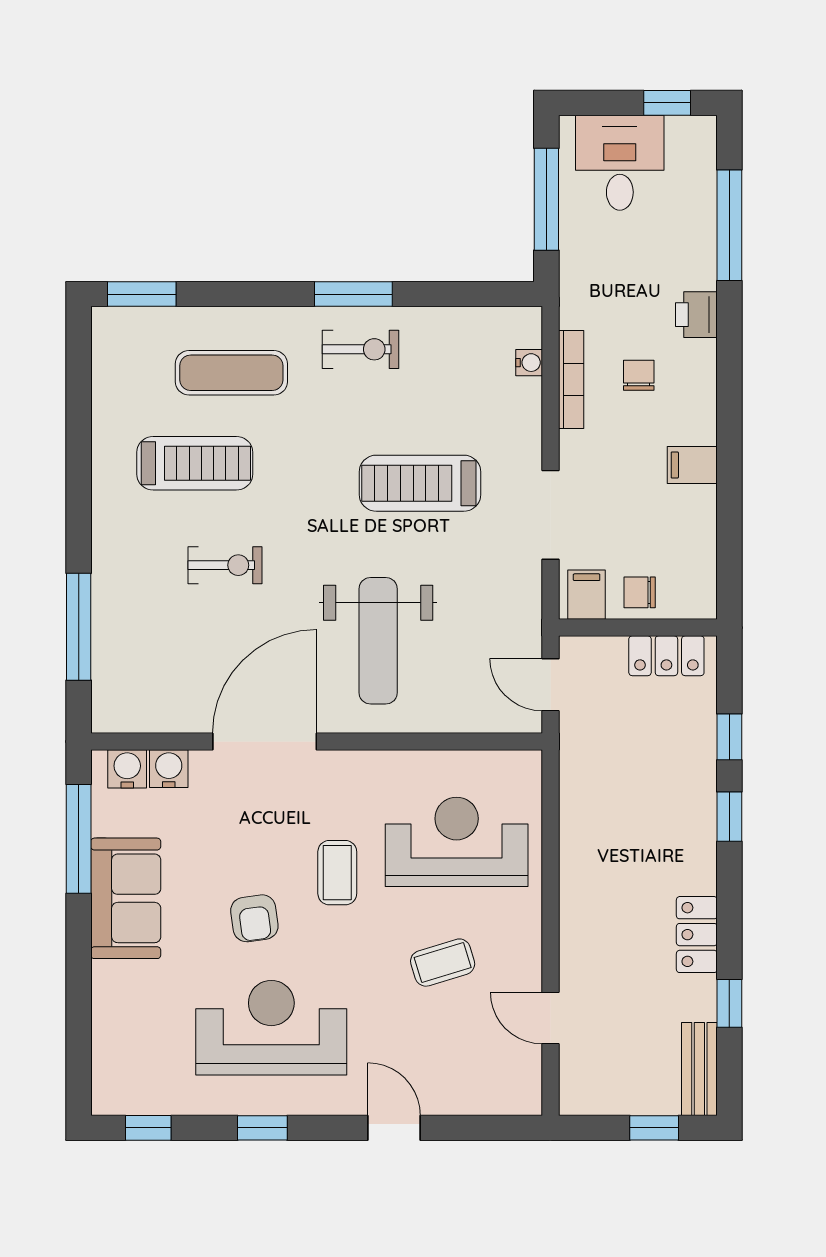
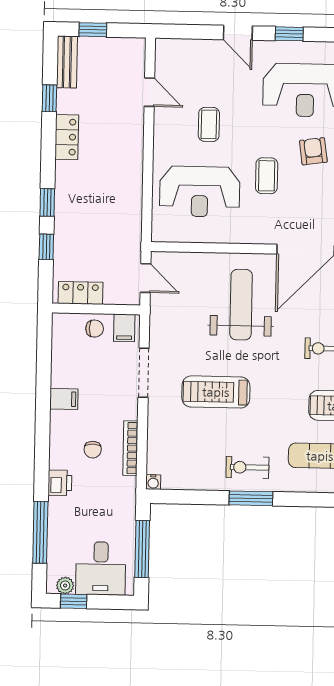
plant: (683, 131) -> (65, 585), added
water cooler: (529, 363) -> (153, 482), moved, turned -90
treadmill: (420, 483) -> (216, 392), turned 180
coffee table: (443, 963) -> (209, 124), turned -73
window: (262, 1128) -> (289, 34), moved

